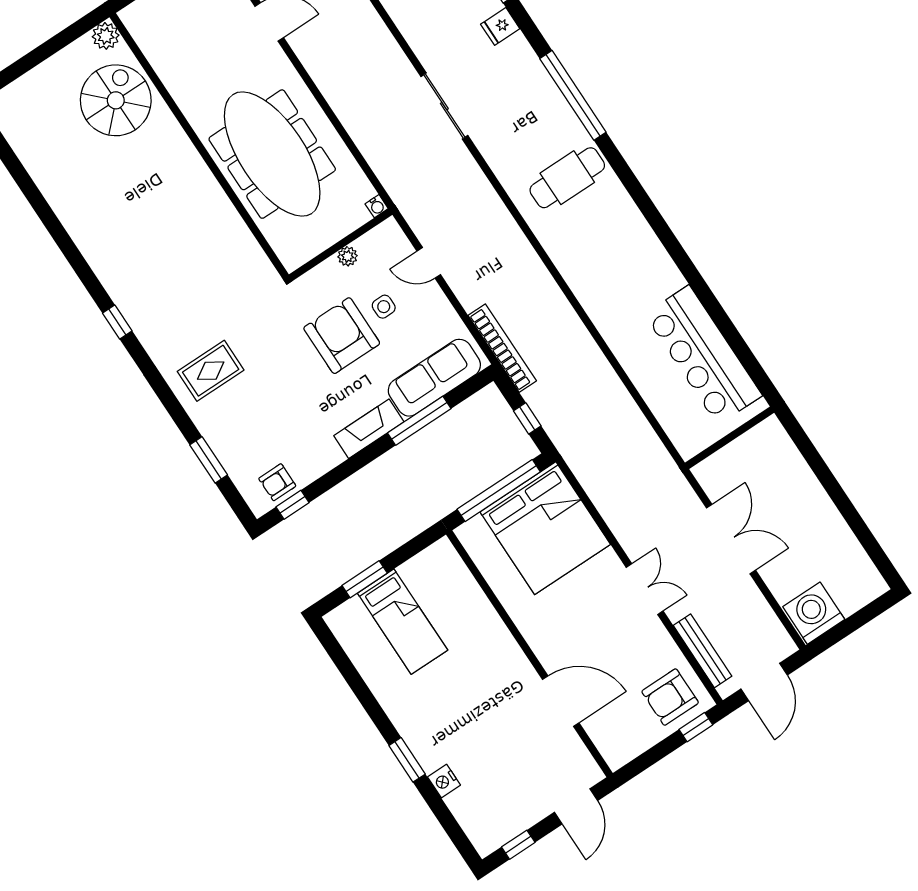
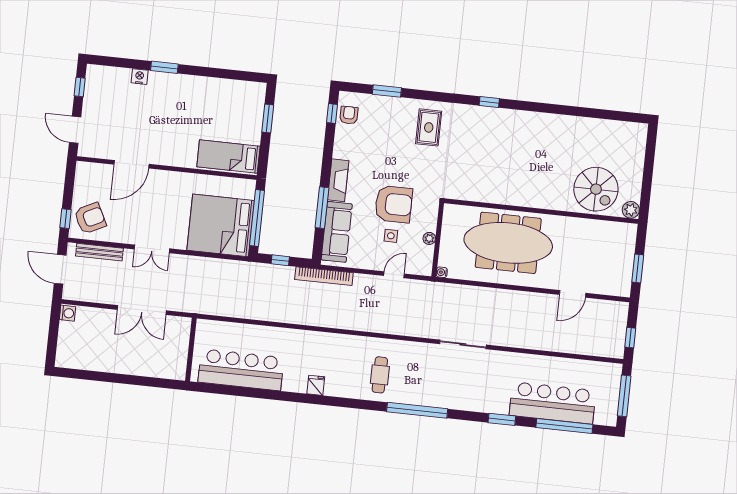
fridge: (500, 26) -> (316, 385), moved
cafe table: (567, 178) -> (380, 375), width x0.73, depth x0.74
washing machine: (814, 613) -> (68, 313), width x0.53, depth x0.53
bed: (403, 622) -> (228, 156), moved
armchair: (670, 697) -> (90, 218), turned 63

